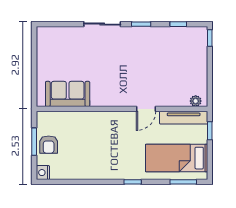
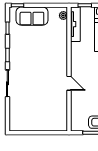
sofa: (68, 94) -> (32, 16), moved, turned -90
door: (146, 109) -> (69, 83), moved

